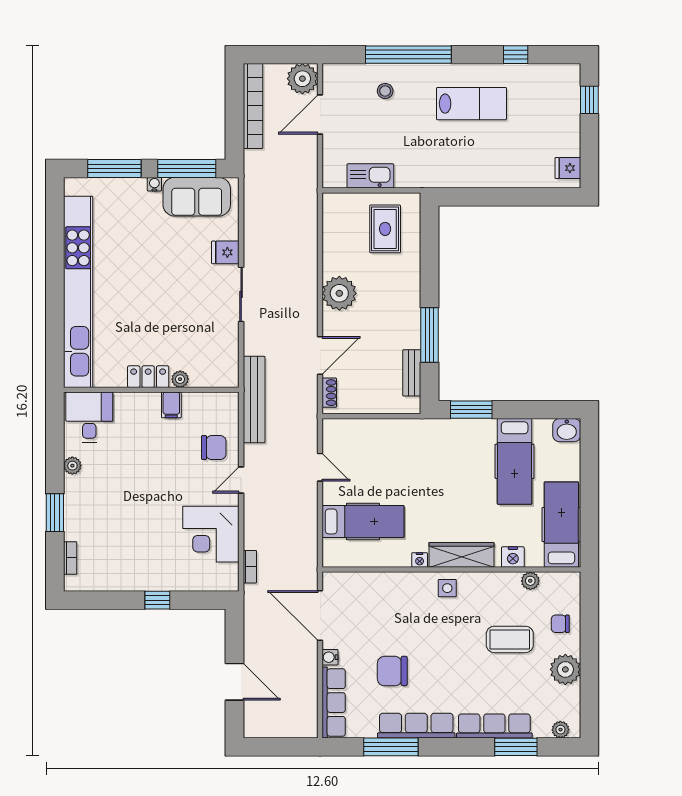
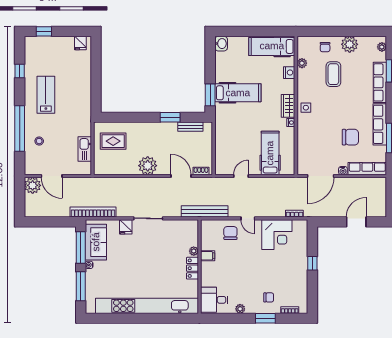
bookcase: (253, 106) -> (93, 212), moved
window: (430, 335) -> (170, 117), width x0.69
hospital bed: (515, 461) -> (238, 93), moved
chair: (94, 519) -> (269, 297), added
wardrobe: (461, 555) -> (288, 106), width x0.67
chair: (392, 671) -> (350, 137), turned -90

